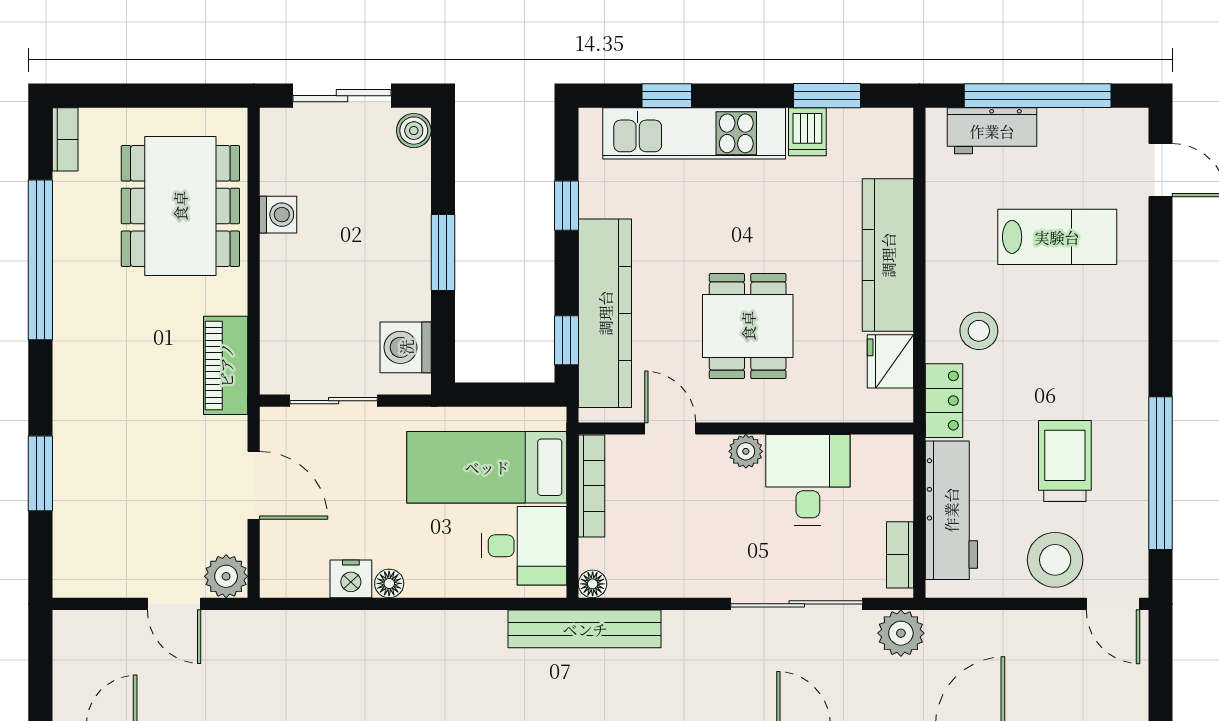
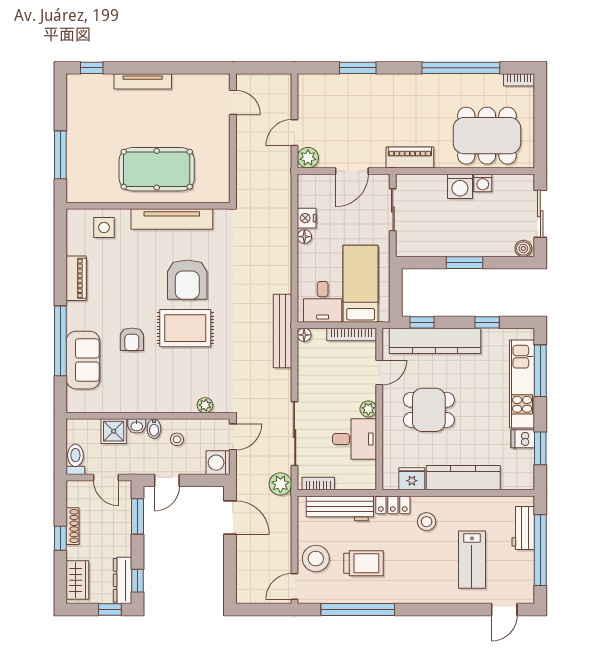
window: (667, 96) -> (540, 371), width x2.17
washing machine: (406, 347) -> (460, 186), moved, turned 180

